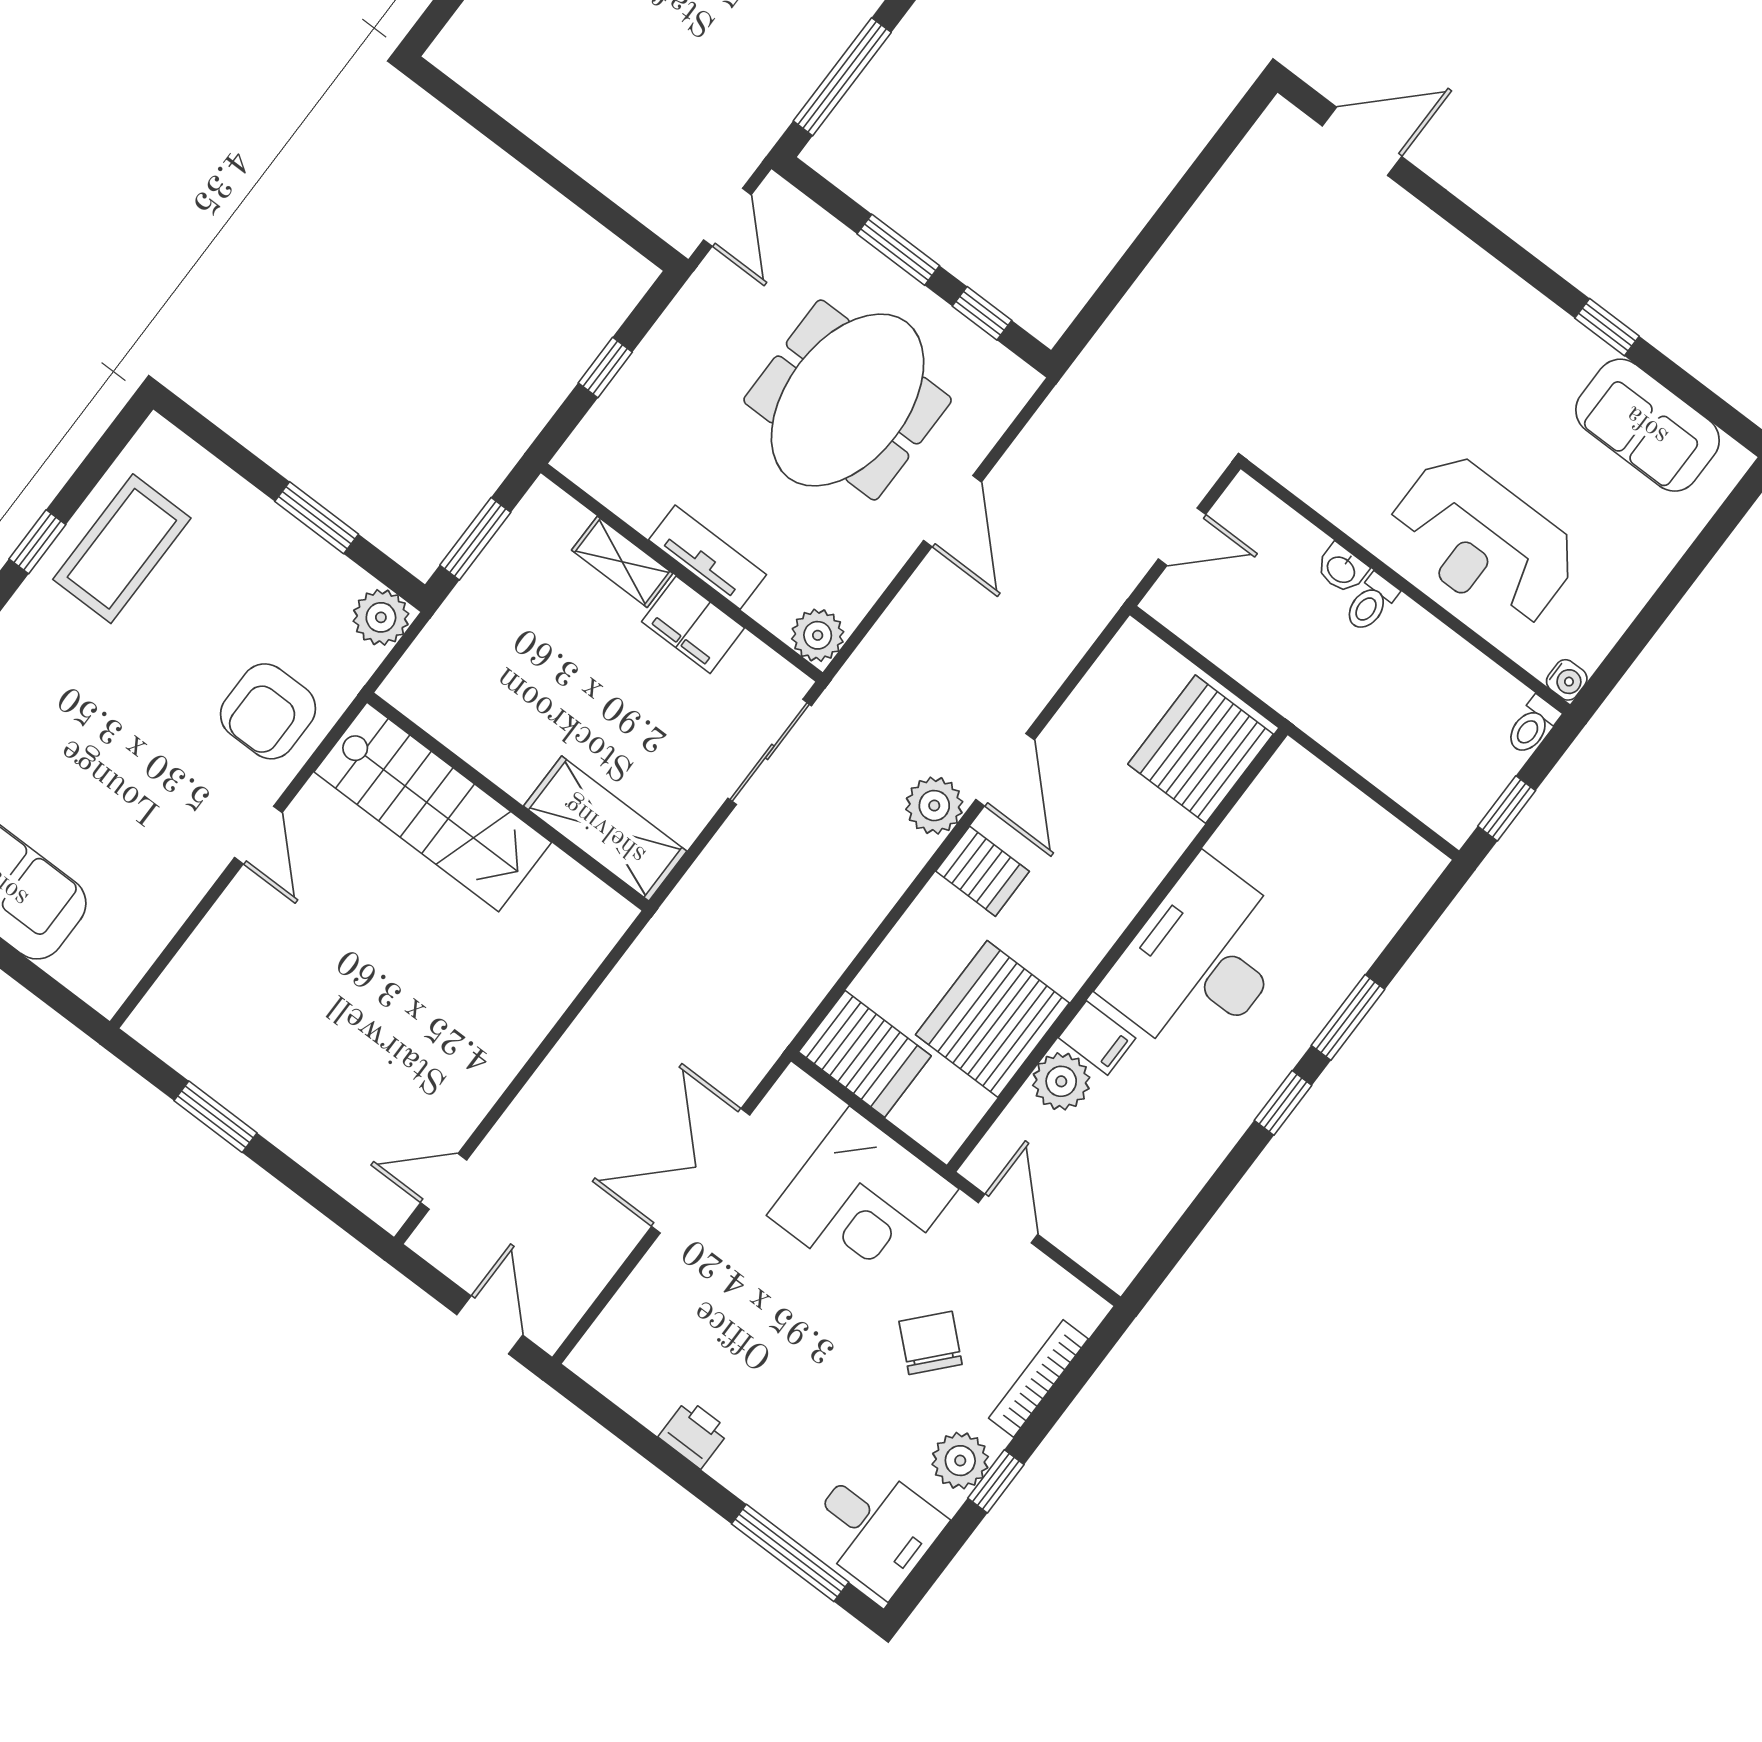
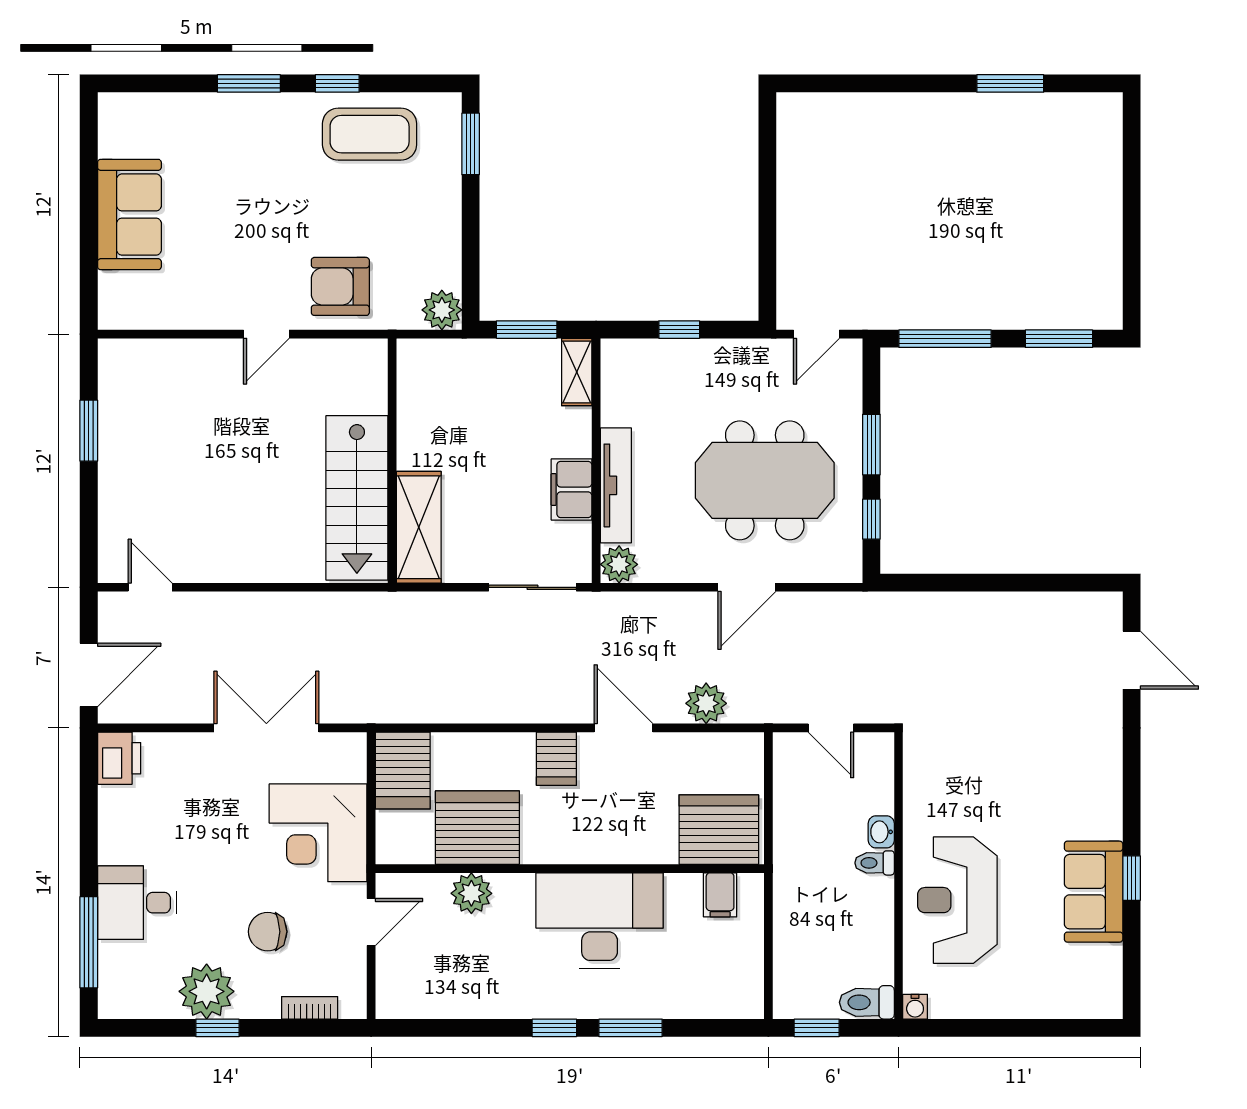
sofa: (1647, 425) -> (1094, 892), moved
window: (317, 518) -> (471, 144), moved
tv unit: (708, 557) -> (616, 485), width x1.41
shelving: (622, 562) -> (577, 372), moved
toilet: (1532, 726) -> (867, 1002), width x1.37, depth x1.39
door: (1005, 770) -> (624, 728), swing flipped
plant: (934, 806) -> (706, 703), moved
stairs: (433, 807) -> (357, 498), moved
filing cabinet: (1097, 1038) -> (720, 895), moved
door: (490, 1325) -> (89, 675), width x1.38
chair: (930, 1343) -> (268, 932), turned -132
bookcase: (1038, 1378) -> (310, 1008), width x0.64
printer: (694, 1434) -> (119, 758), moved, width x1.36, depth x1.24
plant: (960, 1461) -> (207, 991), width x1.36, depth x1.36
desk: (875, 1528) -> (137, 903), moved, turned 90

